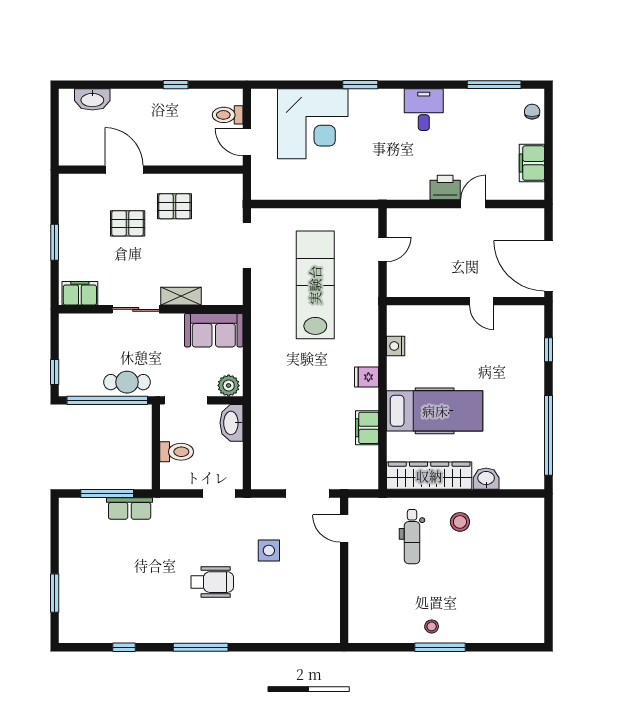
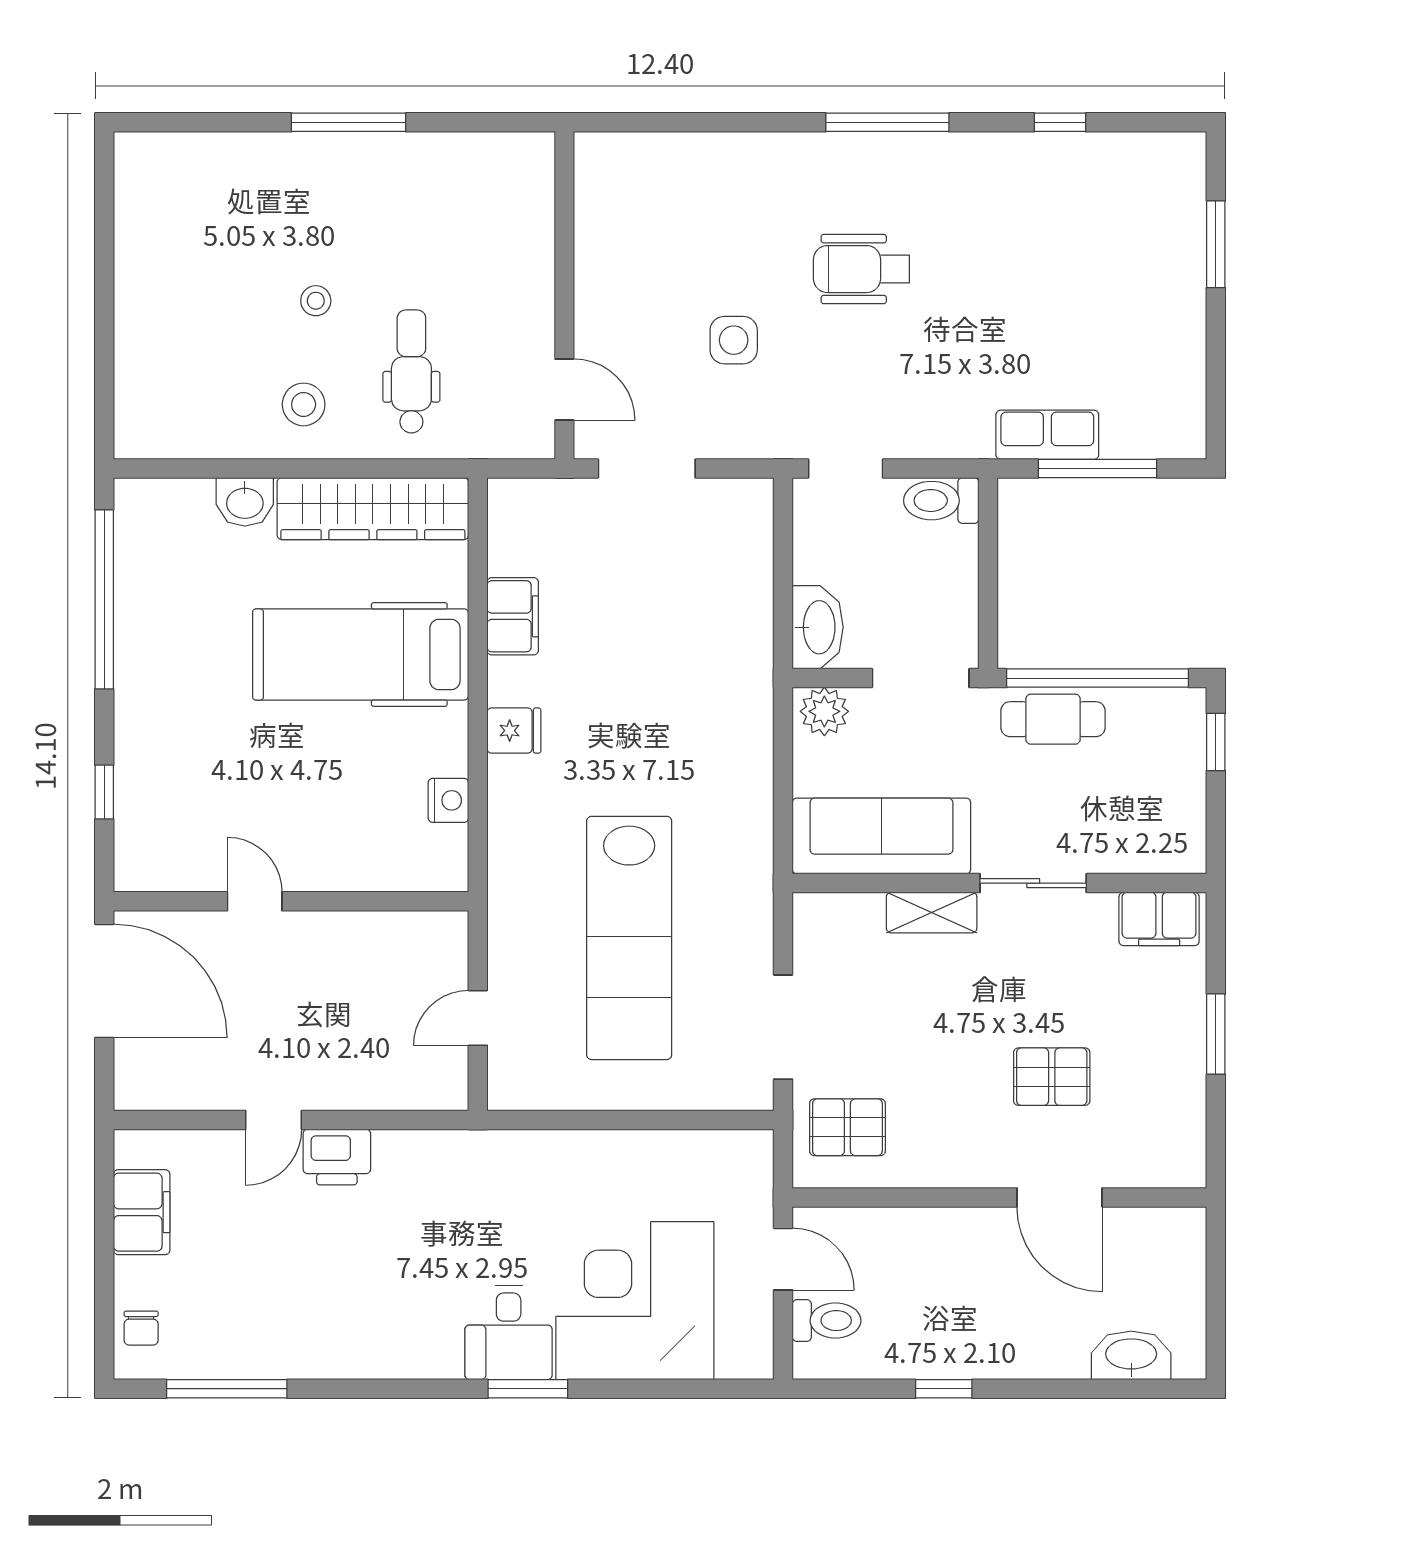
desk: (424, 110) -> (509, 1333), moved
pallet: (174, 206) -> (847, 1127), moved
sofa: (214, 330) -> (881, 836), width x1.36
toilet: (177, 452) -> (941, 501), moved
stool: (432, 626) -> (316, 301), moved

